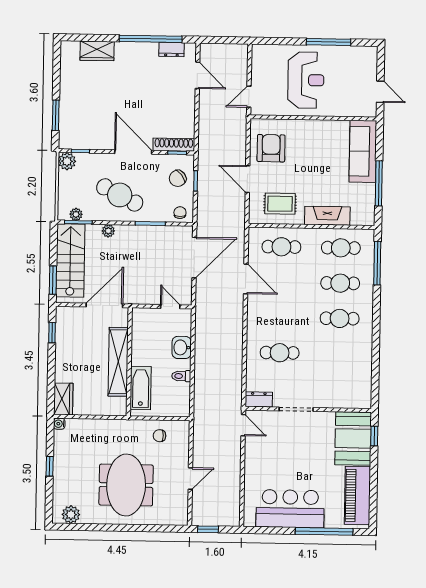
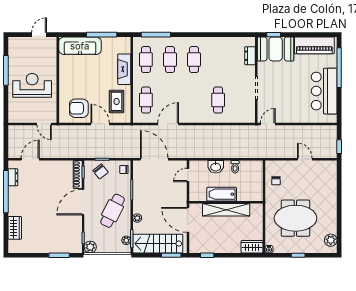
door: (247, 179) -> (100, 124), swing flipped
bathtub: (141, 388) -> (222, 194), moved
dresser: (259, 399) -> (250, 56), moved
meeting table: (126, 485) -> (295, 218), moved

